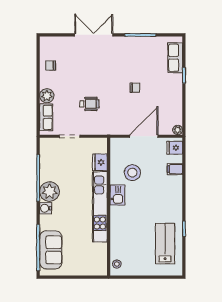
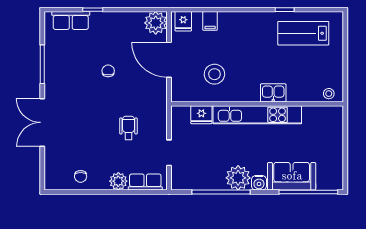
plant: (178, 130) -> (156, 23), width x1.88, depth x1.88
kitchen sink: (117, 195) -> (273, 93), moved
sofa: (51, 250) -> (292, 176), moved

